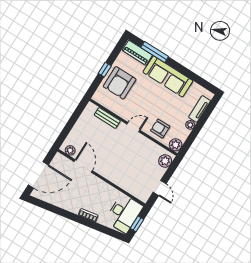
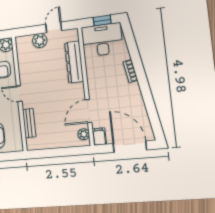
filing cabinet: (60, 160) -> (99, 137), added
plant: (165, 161) -> (40, 41), moved
dresser: (124, 183) -> (74, 62), added

